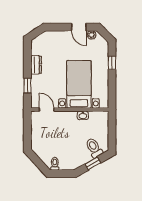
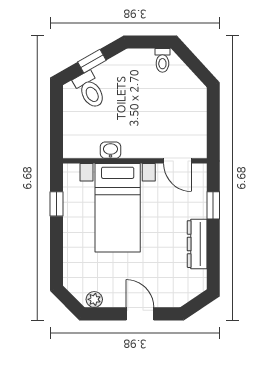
door: (79, 27) -> (140, 314), moved
window: (112, 63) -> (56, 204), moved
dresser: (36, 65) -> (197, 244), width x1.44

